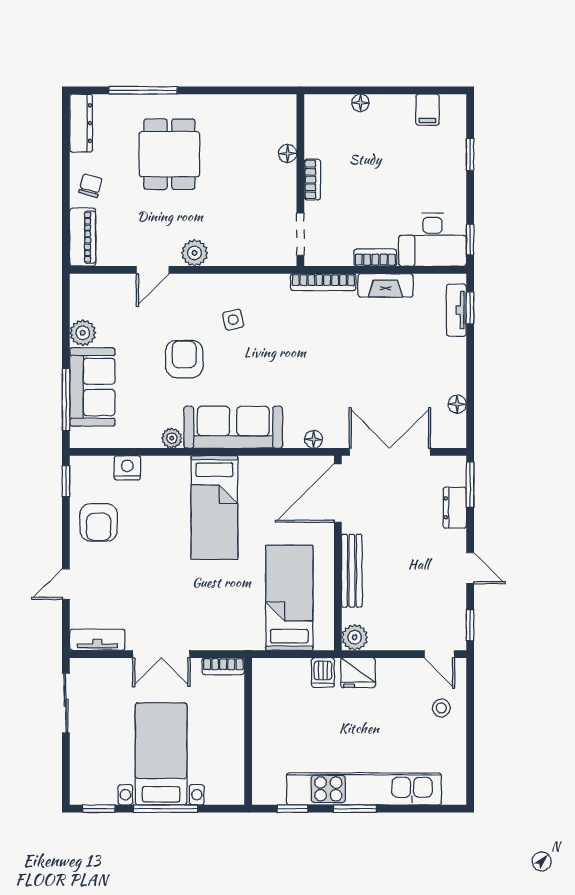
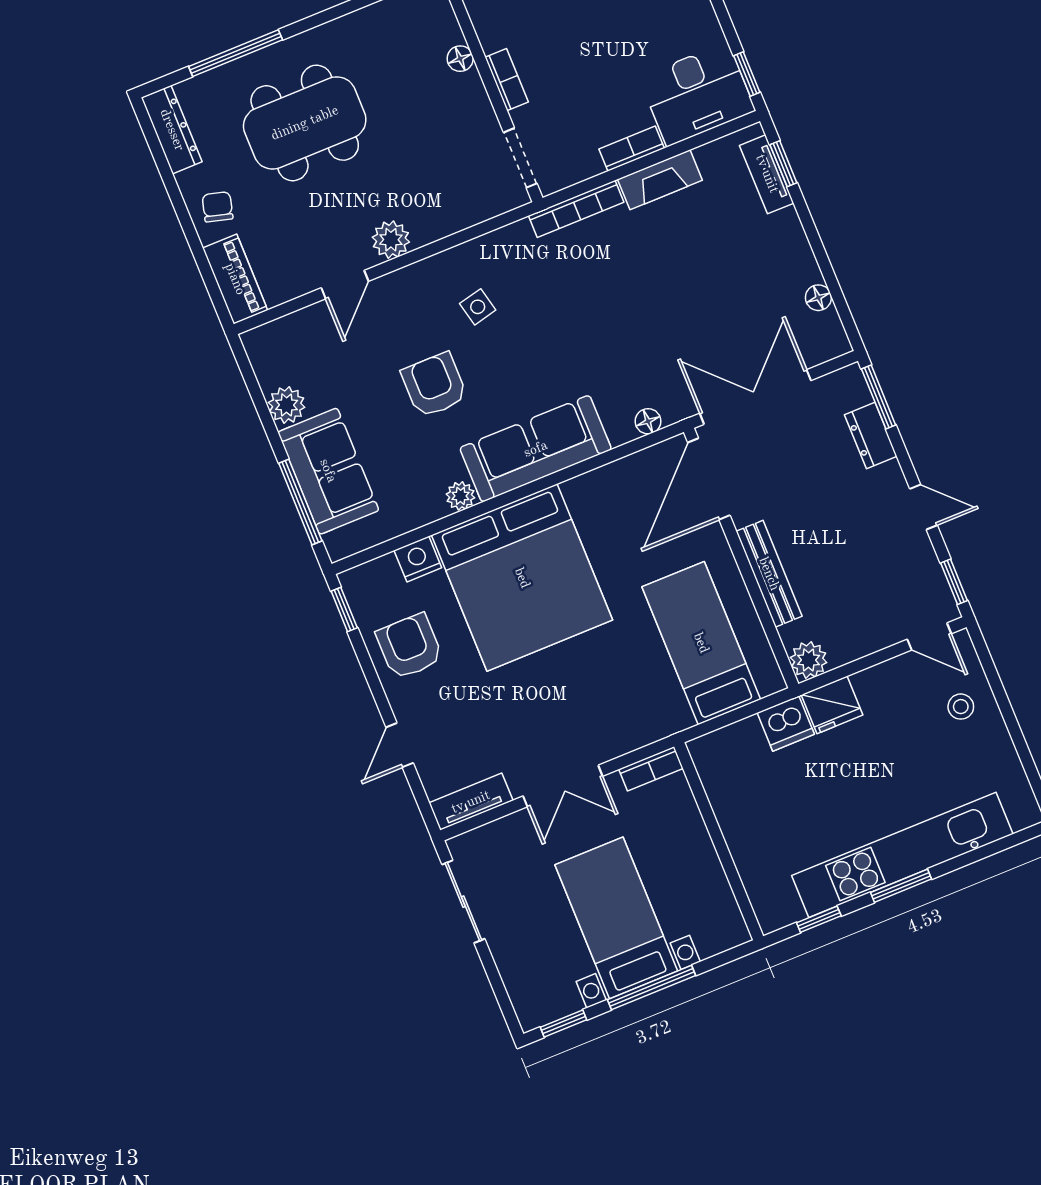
dining table: (169, 154) -> (305, 123), width x1.38
bed: (214, 508) -> (522, 578), width x2.04
armchair: (99, 522) -> (409, 646), turned 180
dishwasher: (323, 672) -> (786, 723), width x1.38

